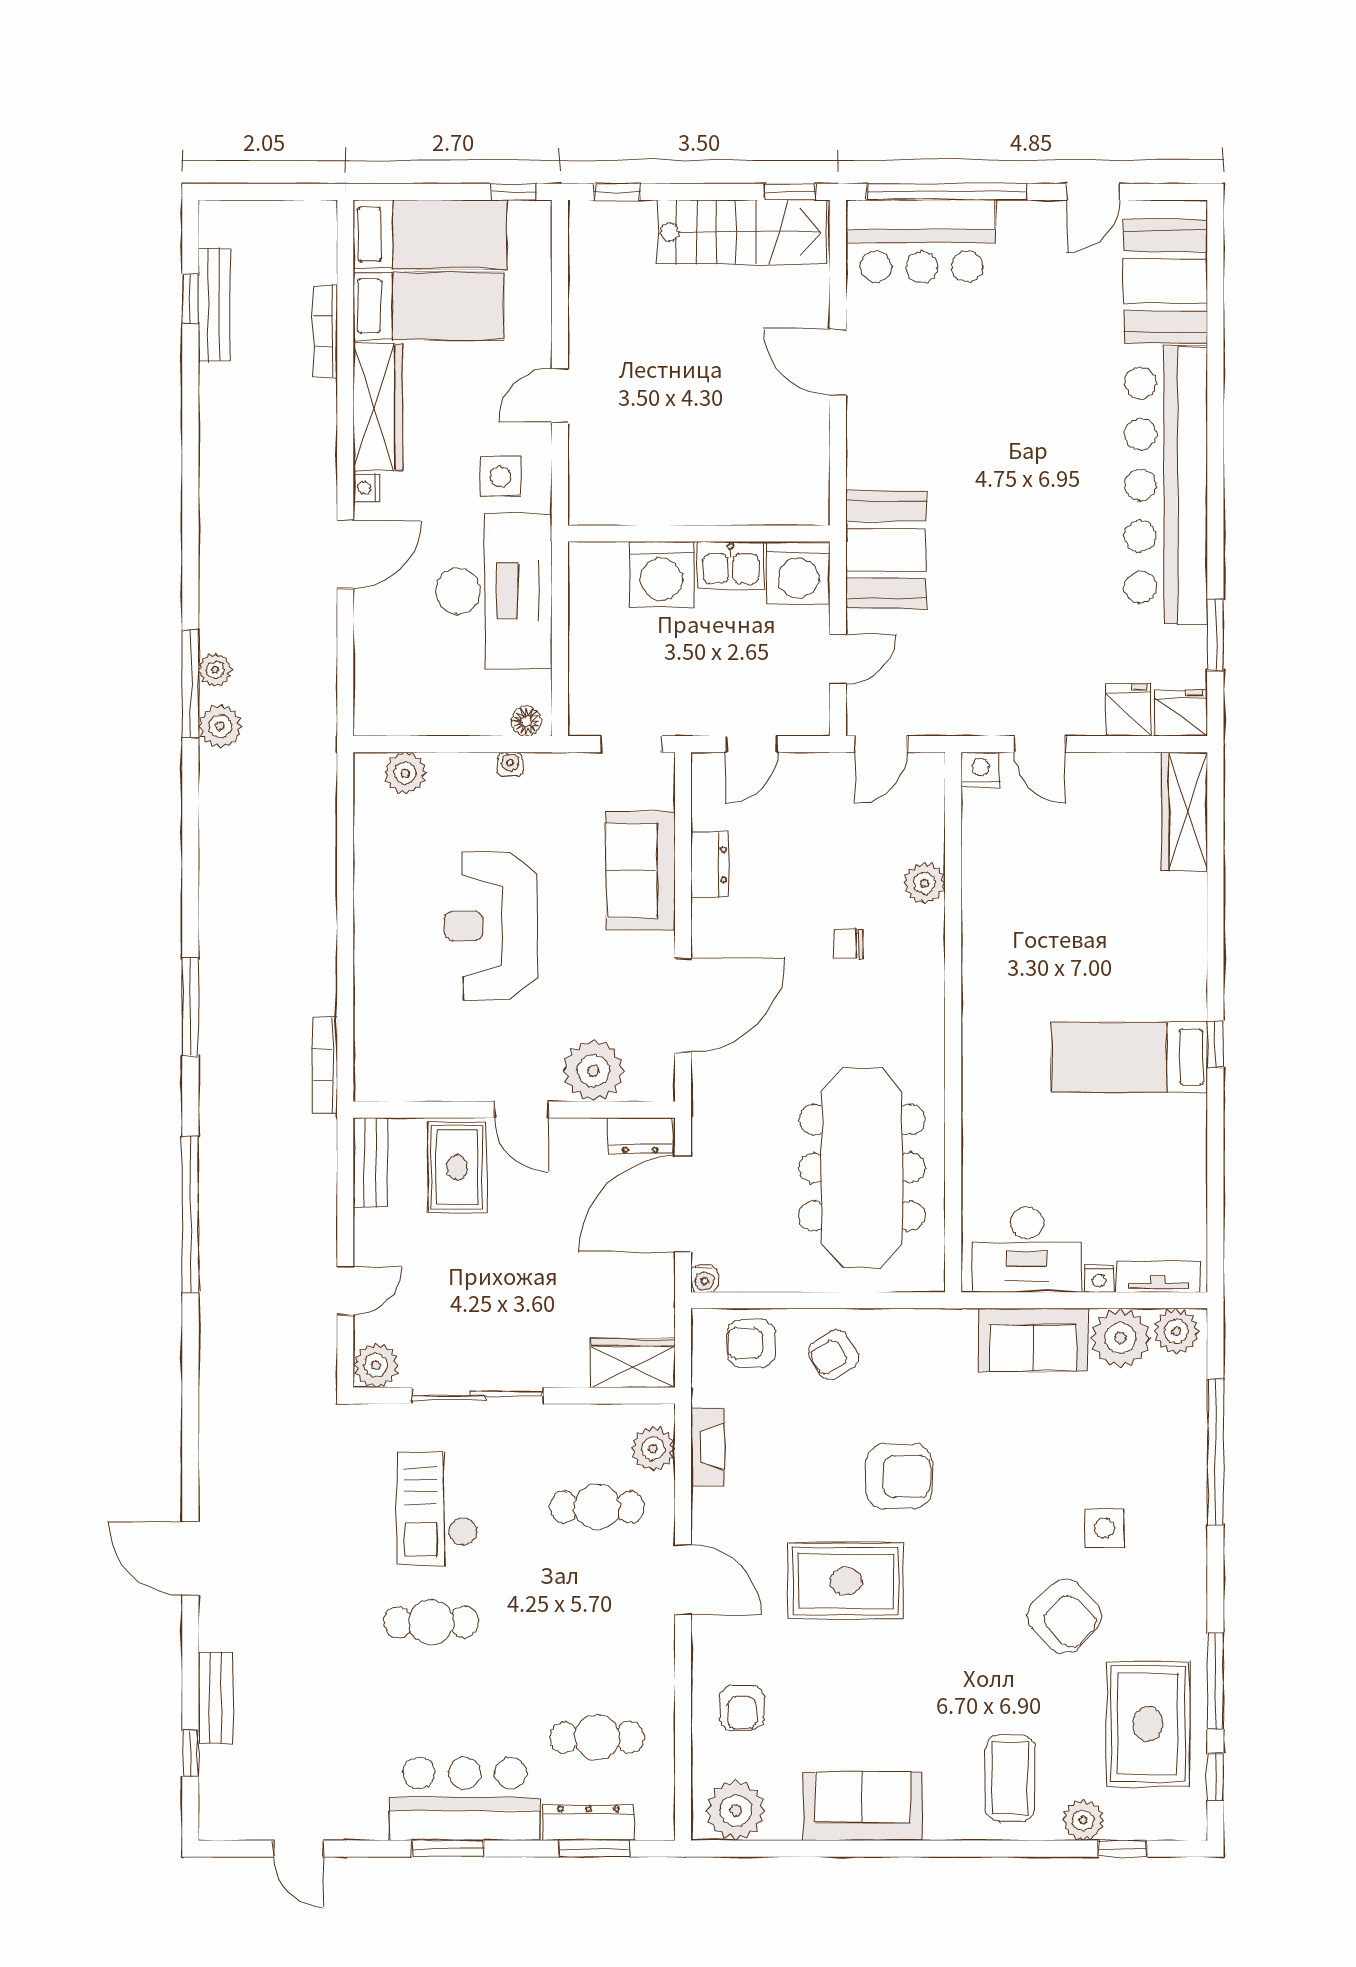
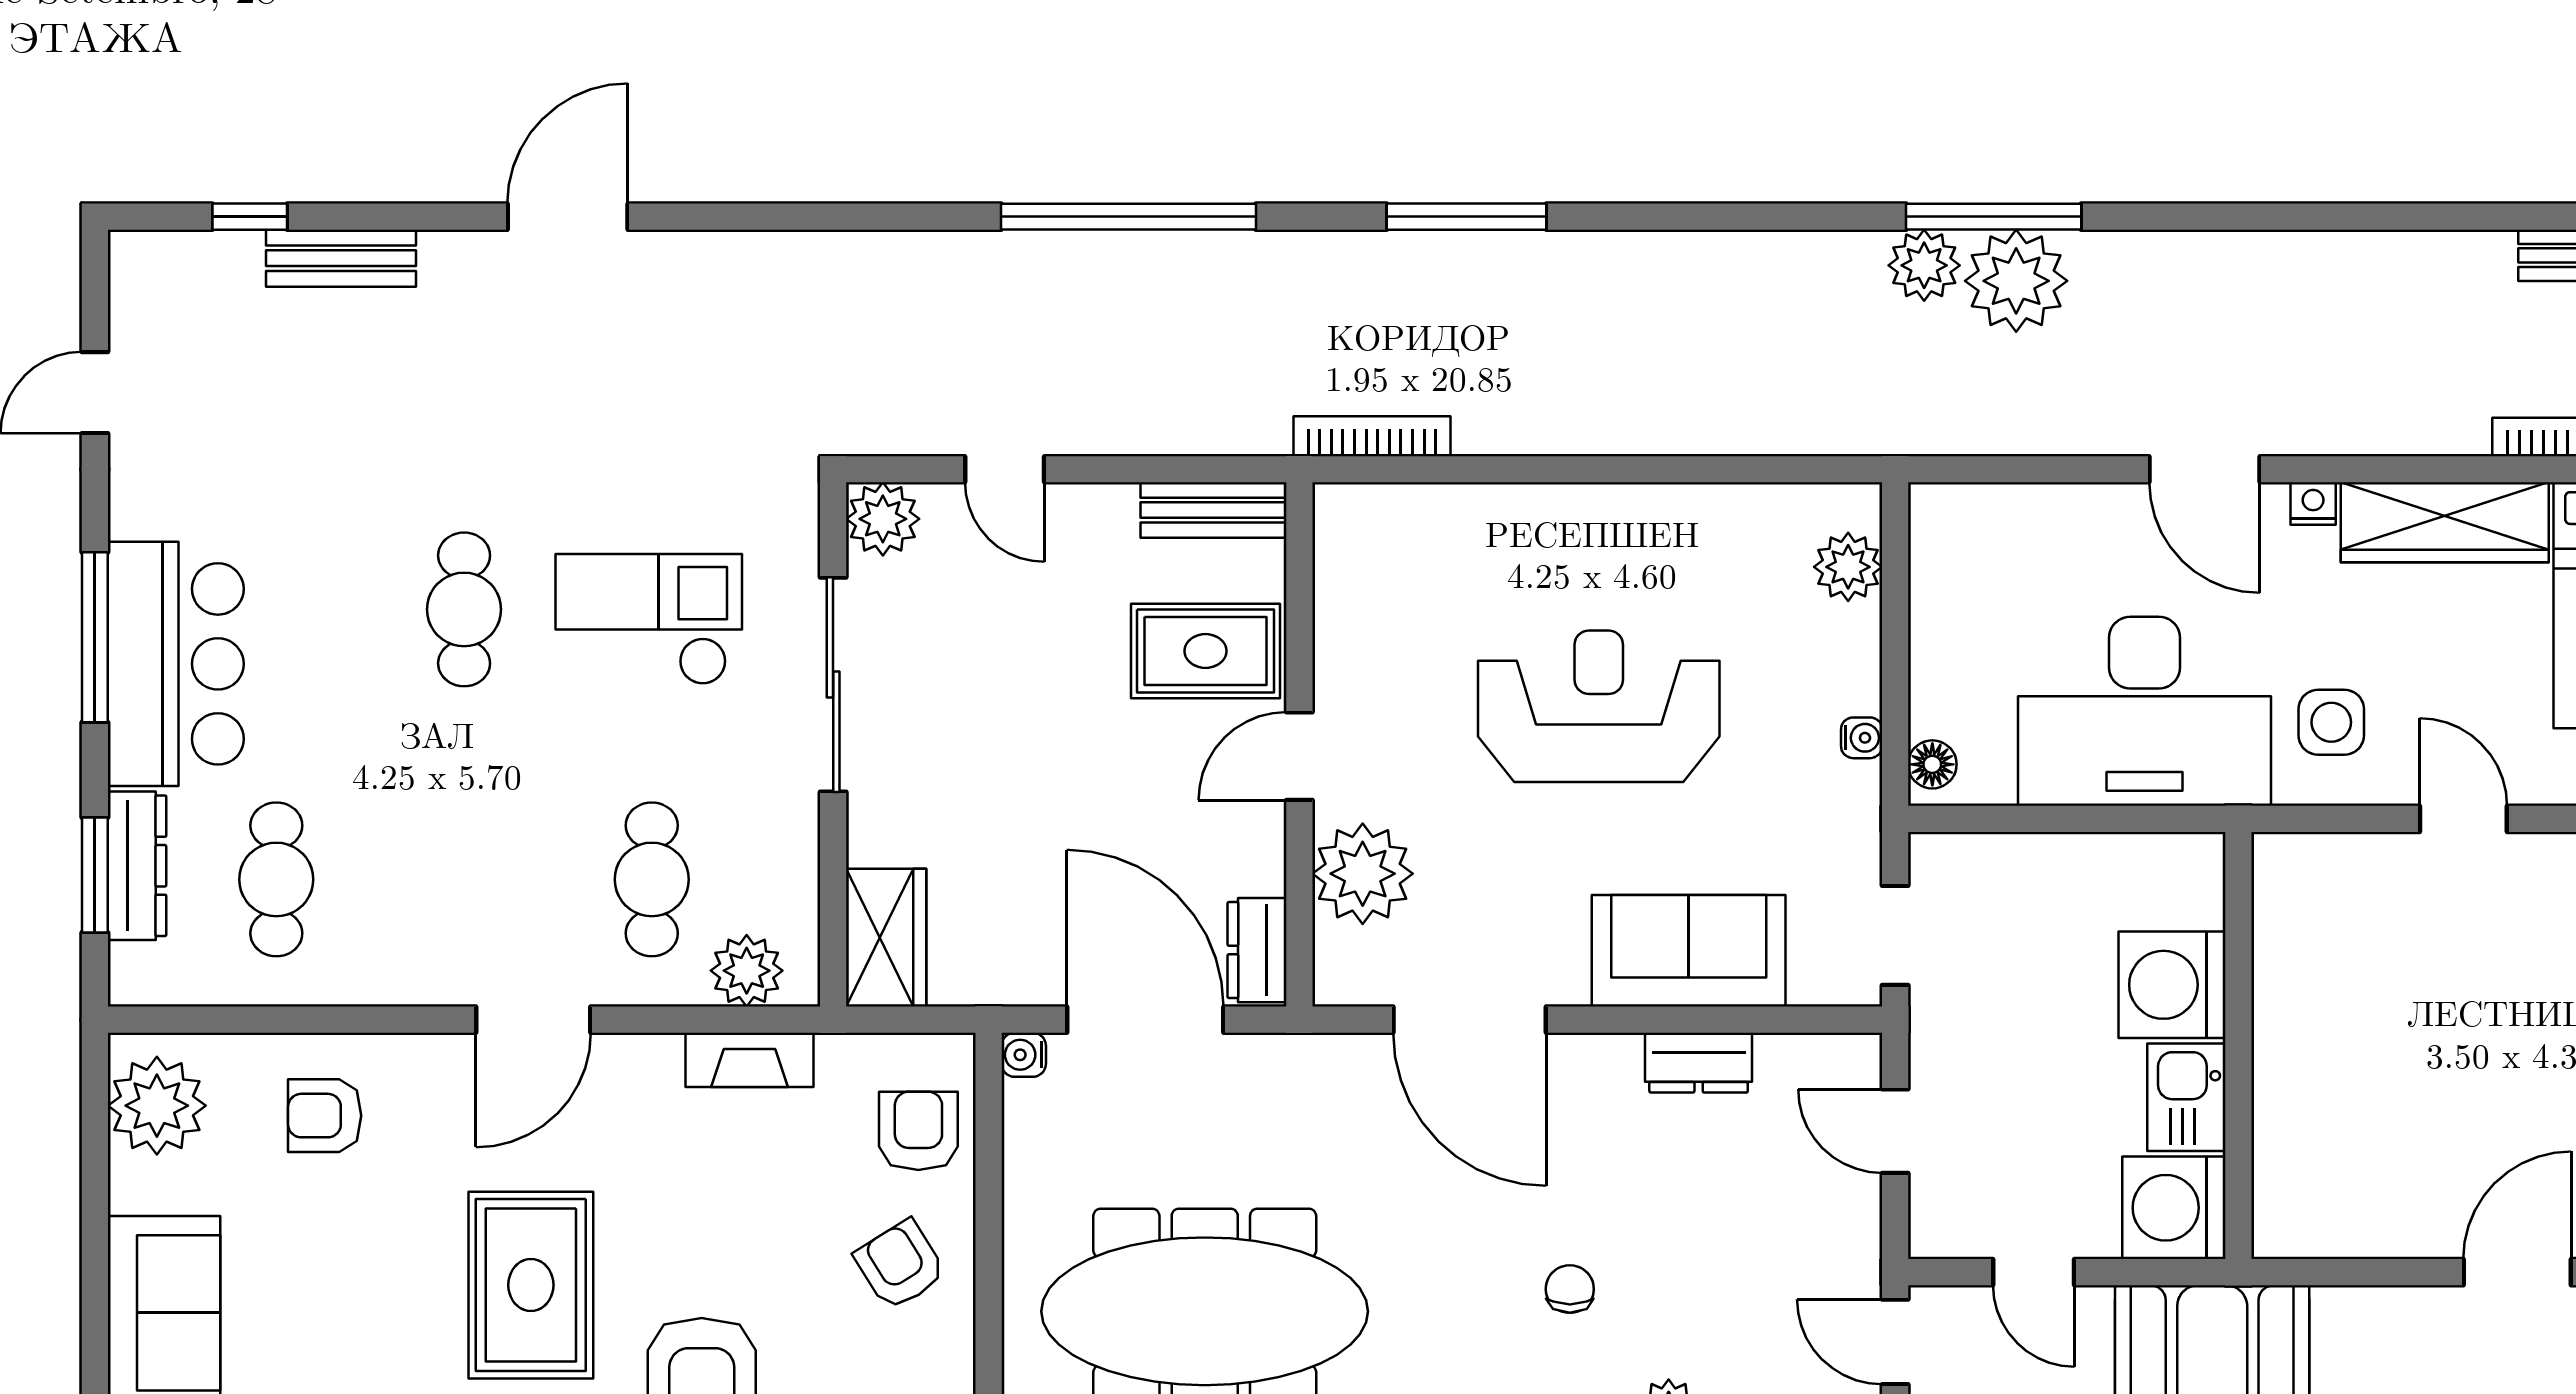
plant: (215, 670) -> (2016, 281), width x1.87, depth x1.87
window: (448, 1849) -> (95, 637), width x1.44

